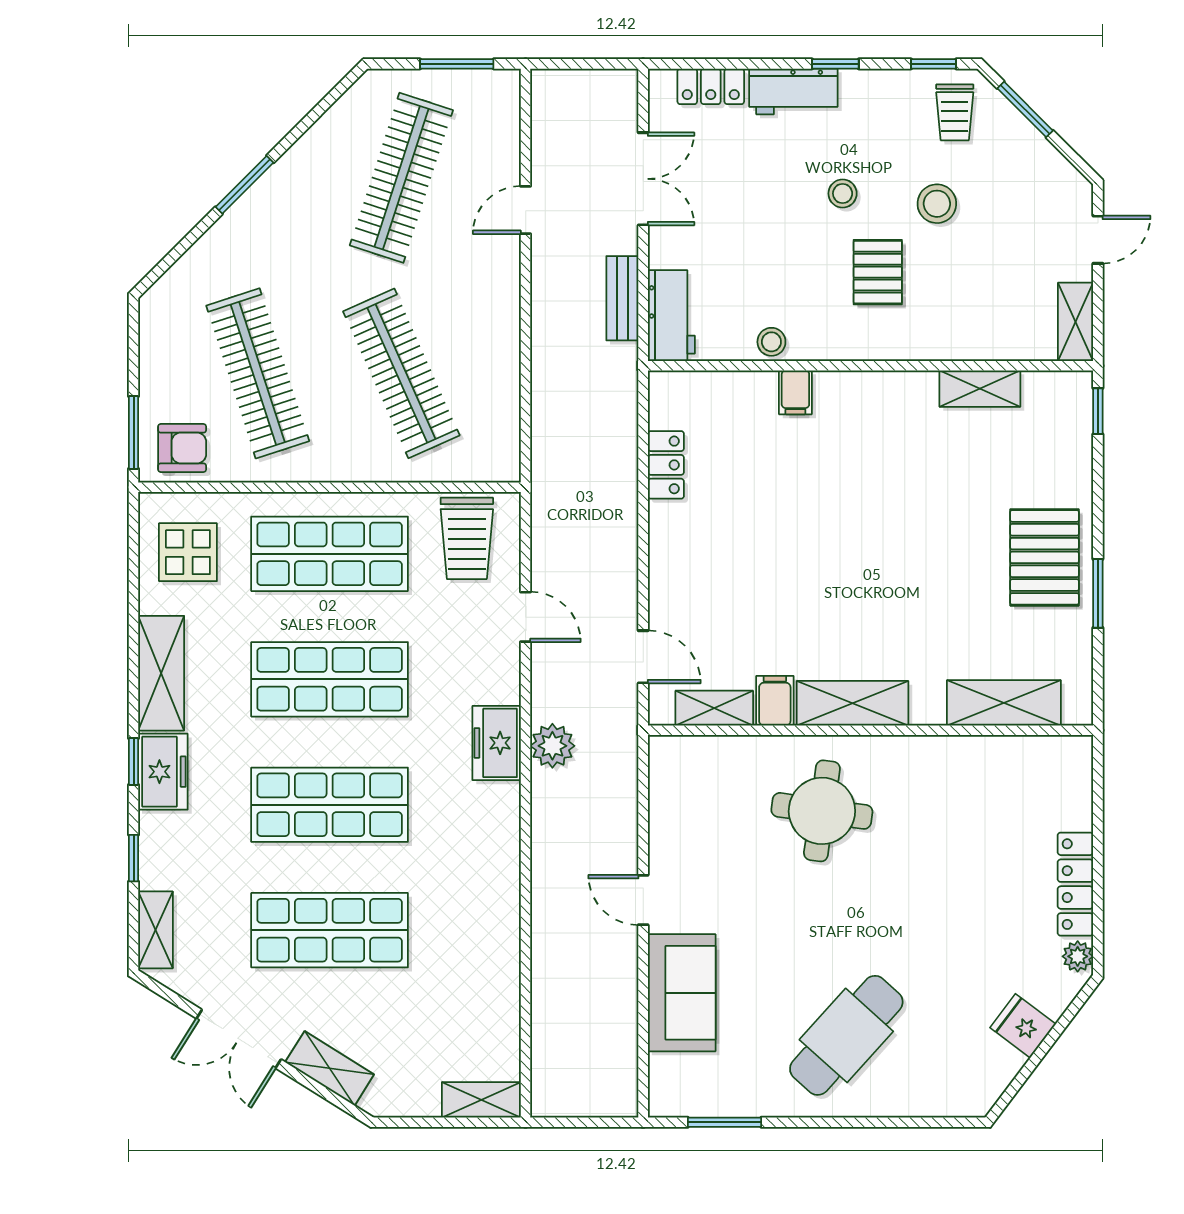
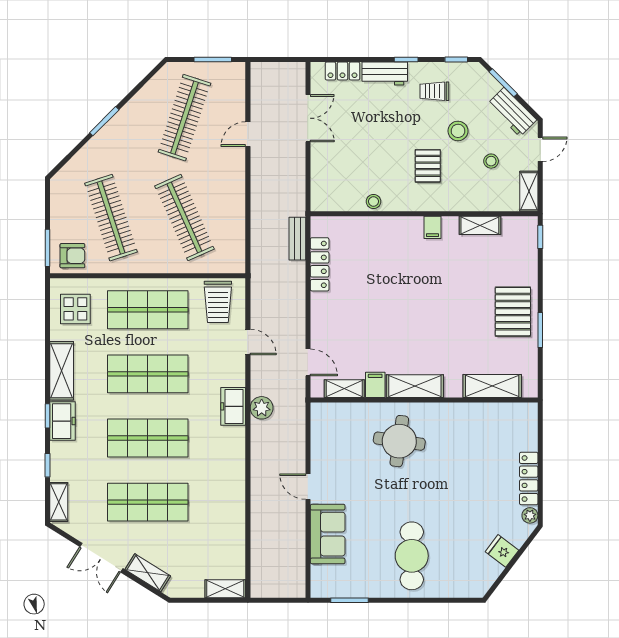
trolley: (955, 112) -> (434, 91), moved, turned 90
stool: (843, 193) -> (491, 161), moved
bench: (622, 298) -> (297, 239), moved
workbench: (671, 316) -> (512, 112), moved, turned 135
filing cabinet: (795, 392) -> (432, 227), moved
locker: (666, 465) -> (320, 264), width x1.53
cafe table: (846, 1035) -> (412, 556), turned -42

